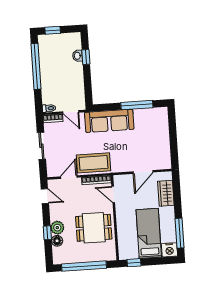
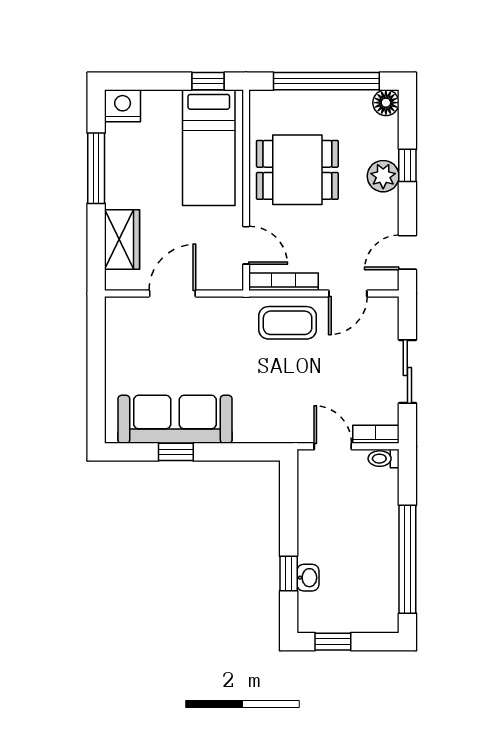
window: (53, 30) -> (333, 642), moved
window: (137, 105) -> (176, 452), width x0.46
sofa: (109, 121) -> (175, 419), moved
coffee table: (93, 163) -> (288, 323), width x0.73, depth x0.76
door: (45, 196) -> (407, 252), hinge flipped
bed: (149, 233) -> (209, 148), moved
window: (180, 233) -> (96, 168), moved
floor lamp: (57, 241) -> (386, 103), moved

